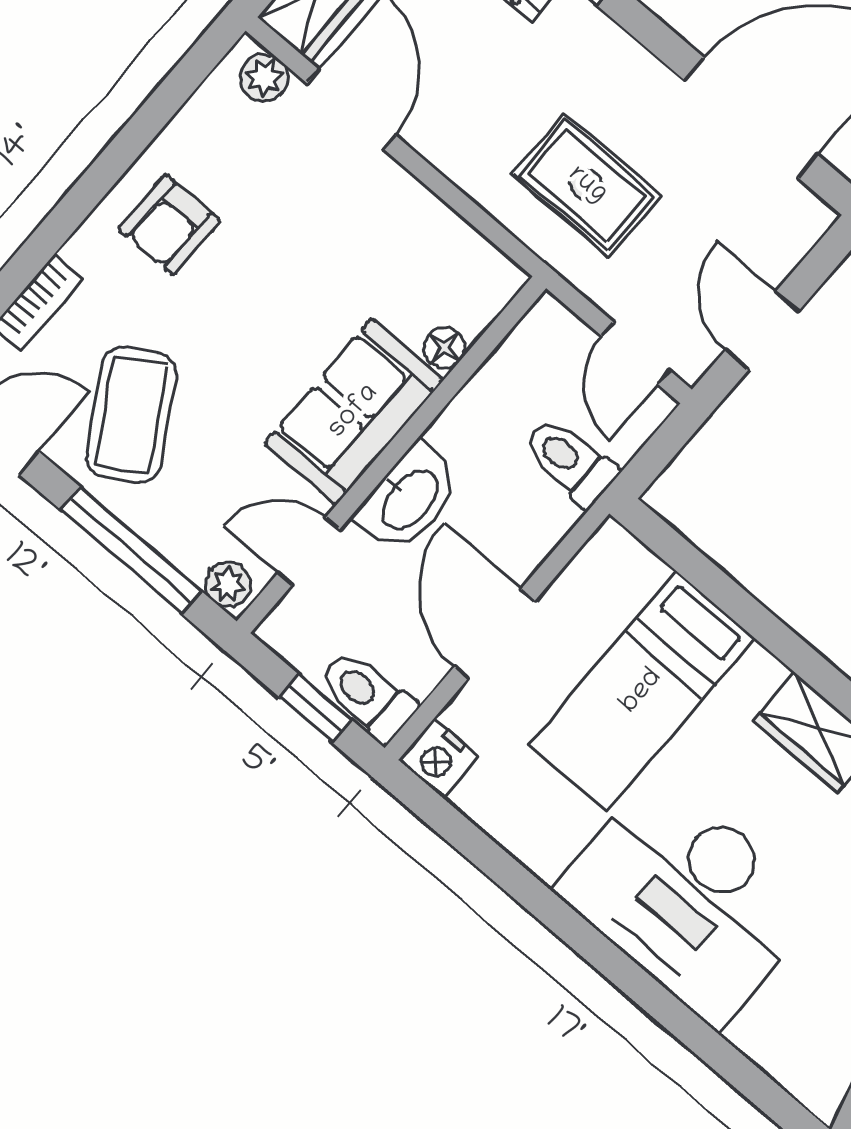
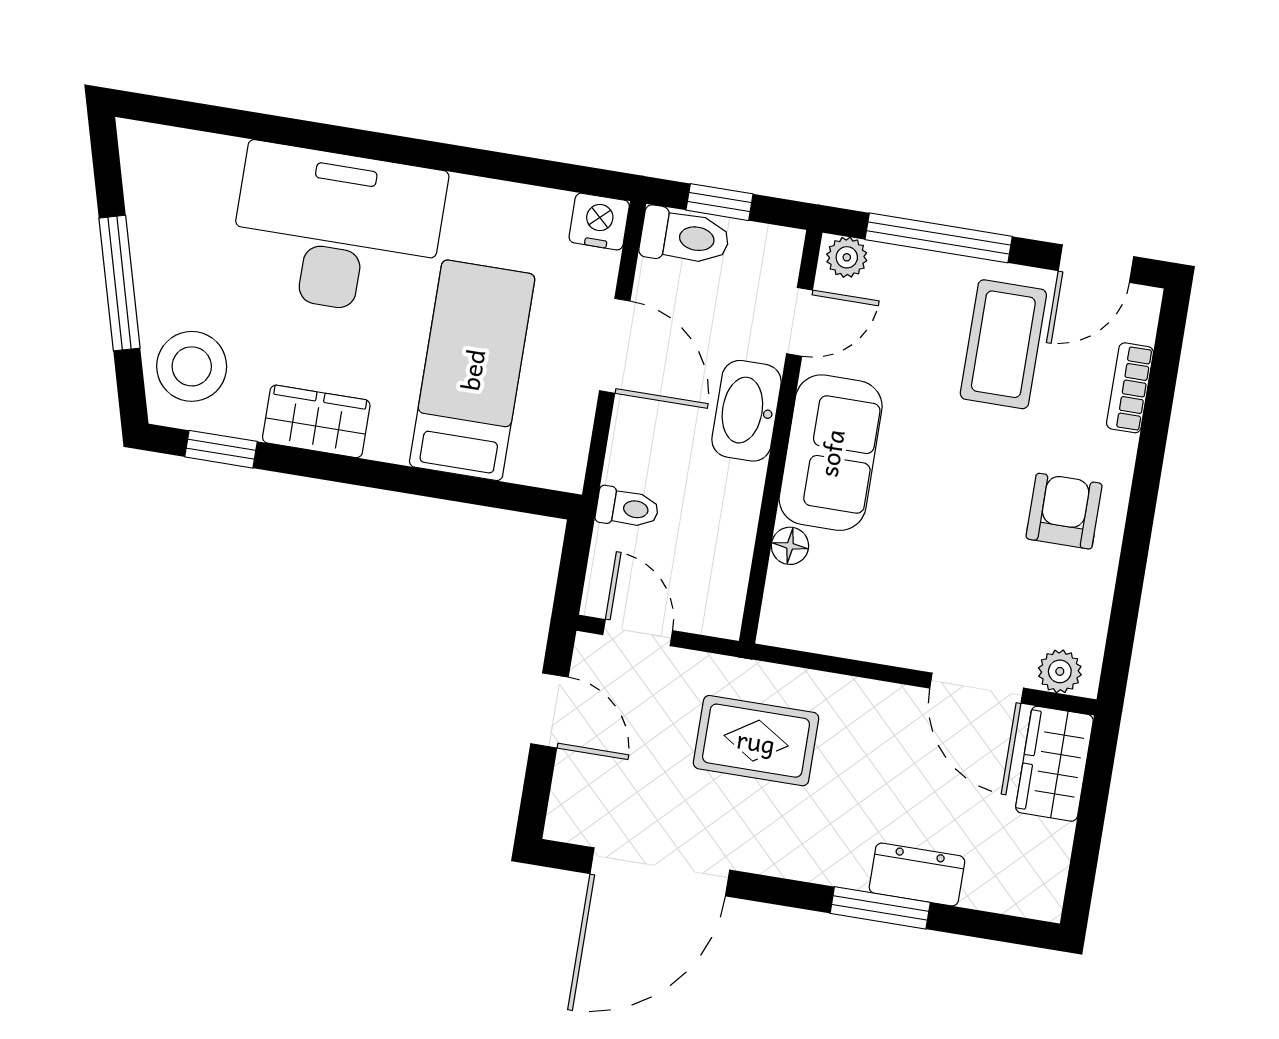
coffee table: (131, 415) -> (1003, 344), turned 31
toilet: (570, 461) -> (627, 508), width x0.73, depth x0.72

